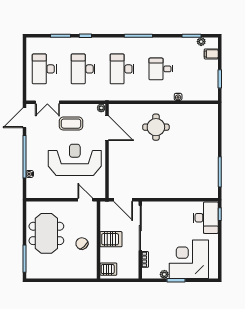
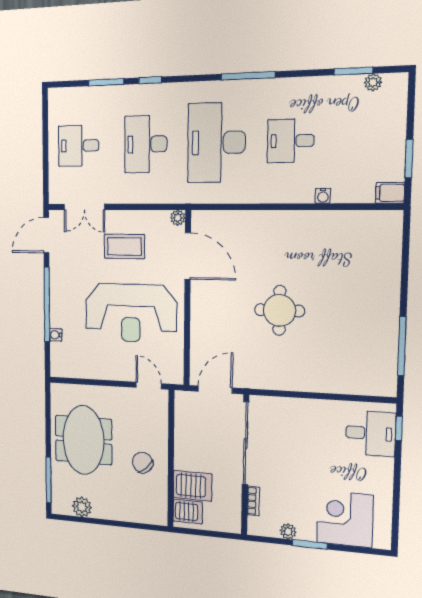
filing cabinet: (211, 54) -> (390, 193), moved
desk: (44, 69) -> (79, 146), width x0.73
desk: (122, 69) -> (216, 143), width x1.36, depth x1.30
round table: (156, 127) -> (280, 310), moved
reception desk: (75, 160) -> (131, 313), turned 180
door: (123, 200) -> (215, 390), swing flipped
desk: (206, 218) -> (371, 433), width x0.73
server rack: (111, 239) -> (192, 486), moved
corner desk: (189, 259) -> (345, 519), width x0.74, depth x0.74
plant: (45, 273) -> (82, 507), added

